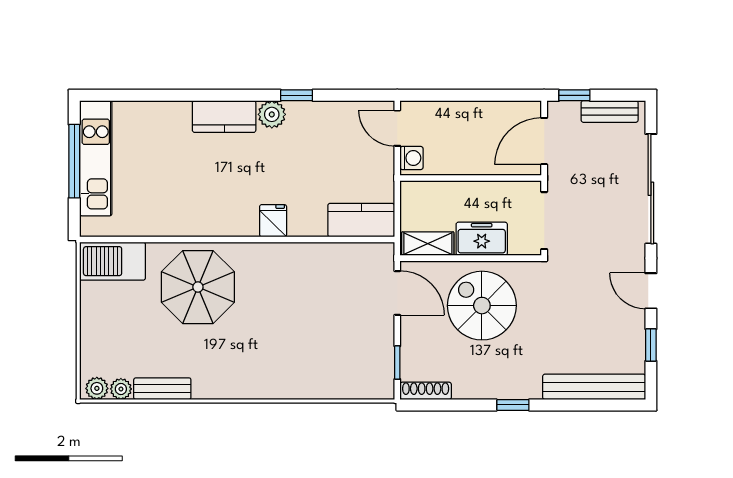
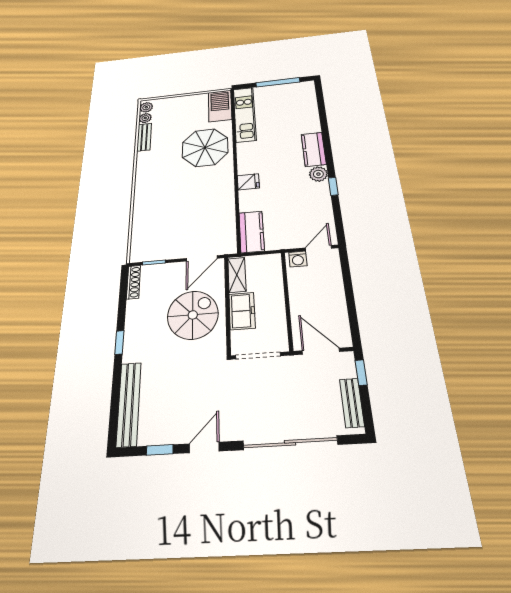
kitchen unit: (96, 158) -> (245, 114), moved, turned -90

